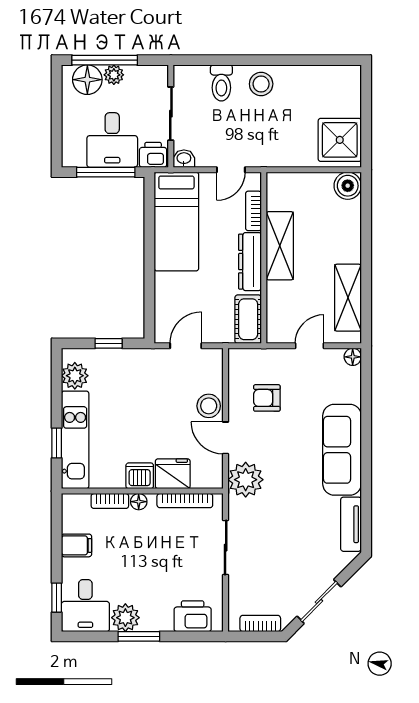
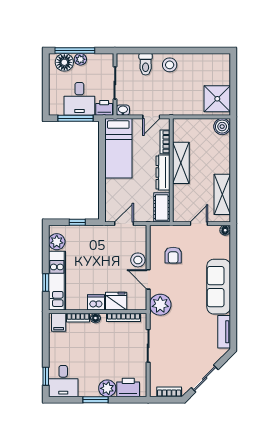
armchair: (267, 398) -> (173, 255), turned -90
filing cabinet: (77, 545) -> (59, 322), moved, turned 90
plant: (125, 618) -> (107, 388), moved

